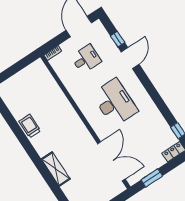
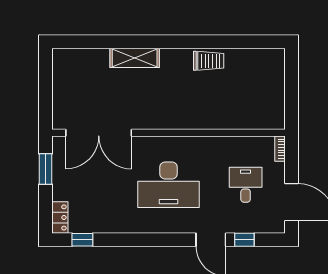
desk: (86, 59) -> (246, 185), turned 180

